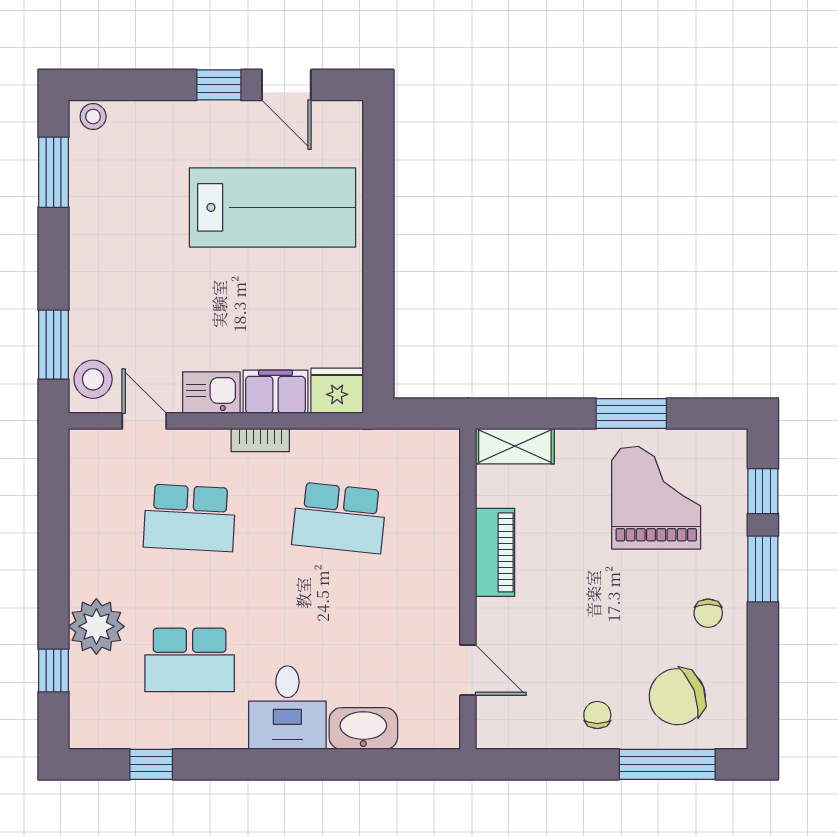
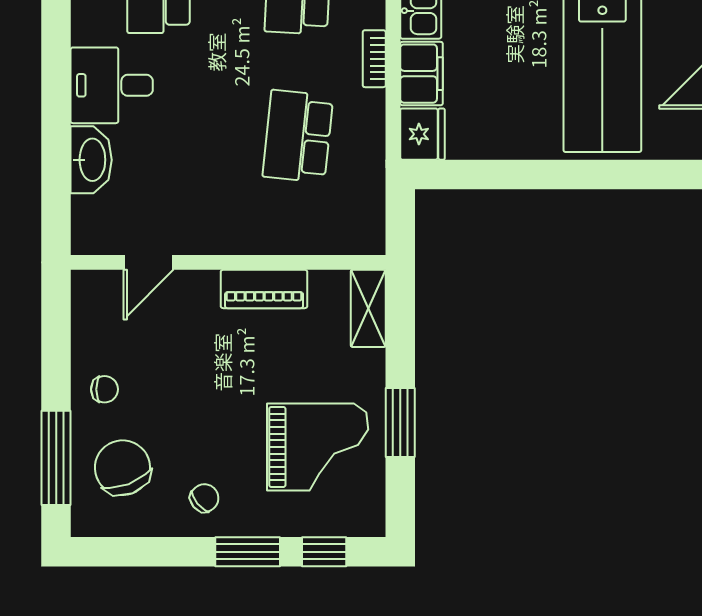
chair: (708, 613) -> (204, 498), turned 141

